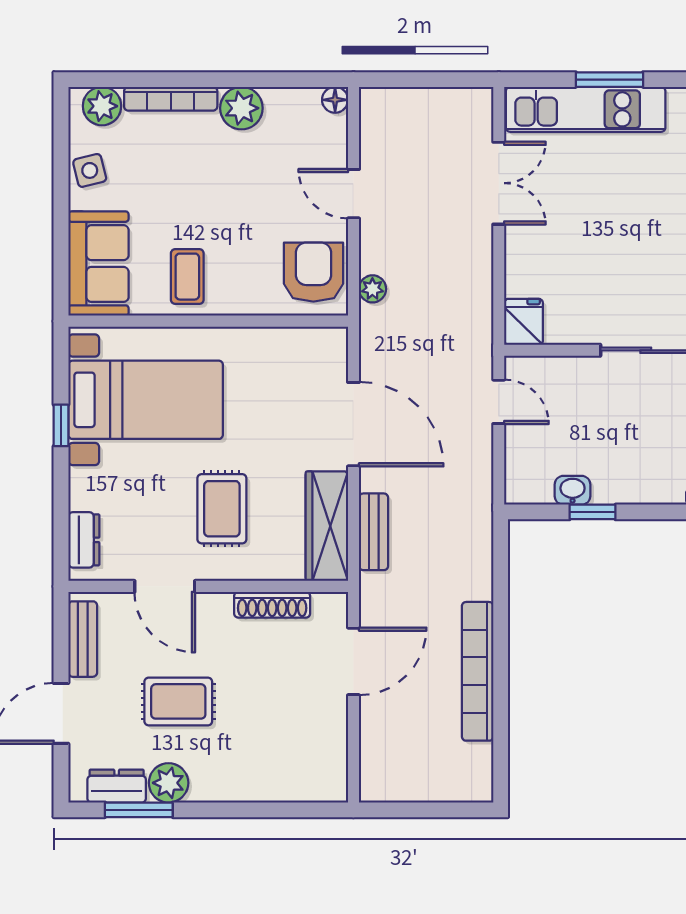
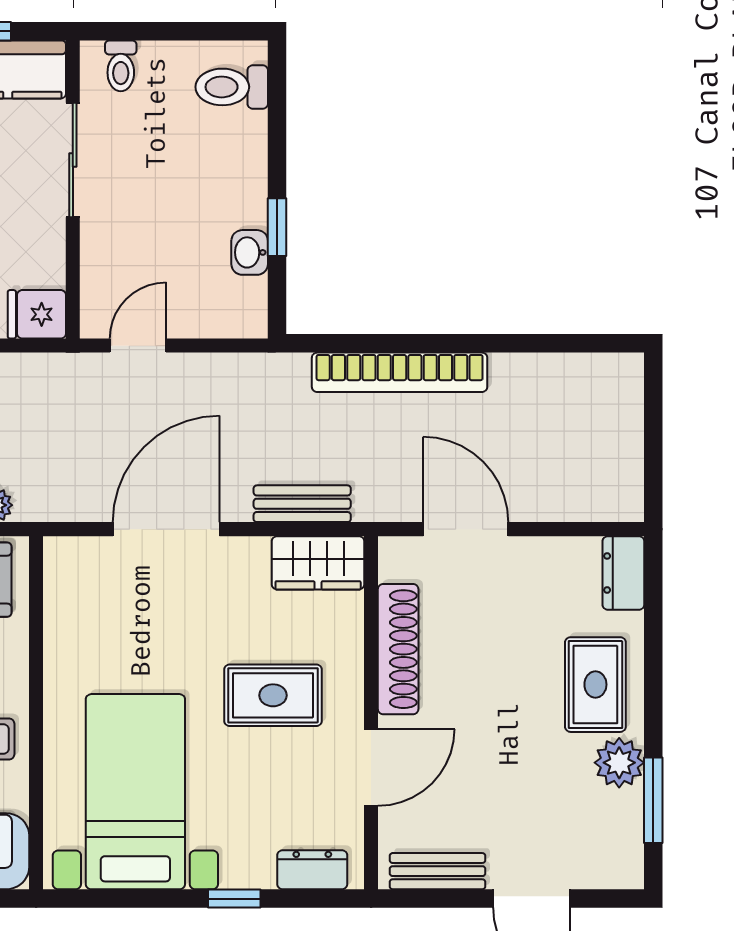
window: (61, 425) -> (234, 899), moved
wardrobe: (327, 526) -> (318, 563), width x0.67
shoe rack: (272, 605) -> (398, 649), width x1.36, depth x1.24
bookcase: (478, 671) -> (400, 372), moved
rug: (178, 701) -> (595, 685), moved
dresser: (117, 786) -> (623, 573), moved

